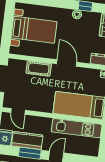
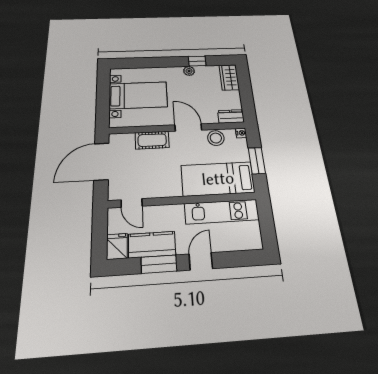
stool: (85, 75) -> (216, 138), added

